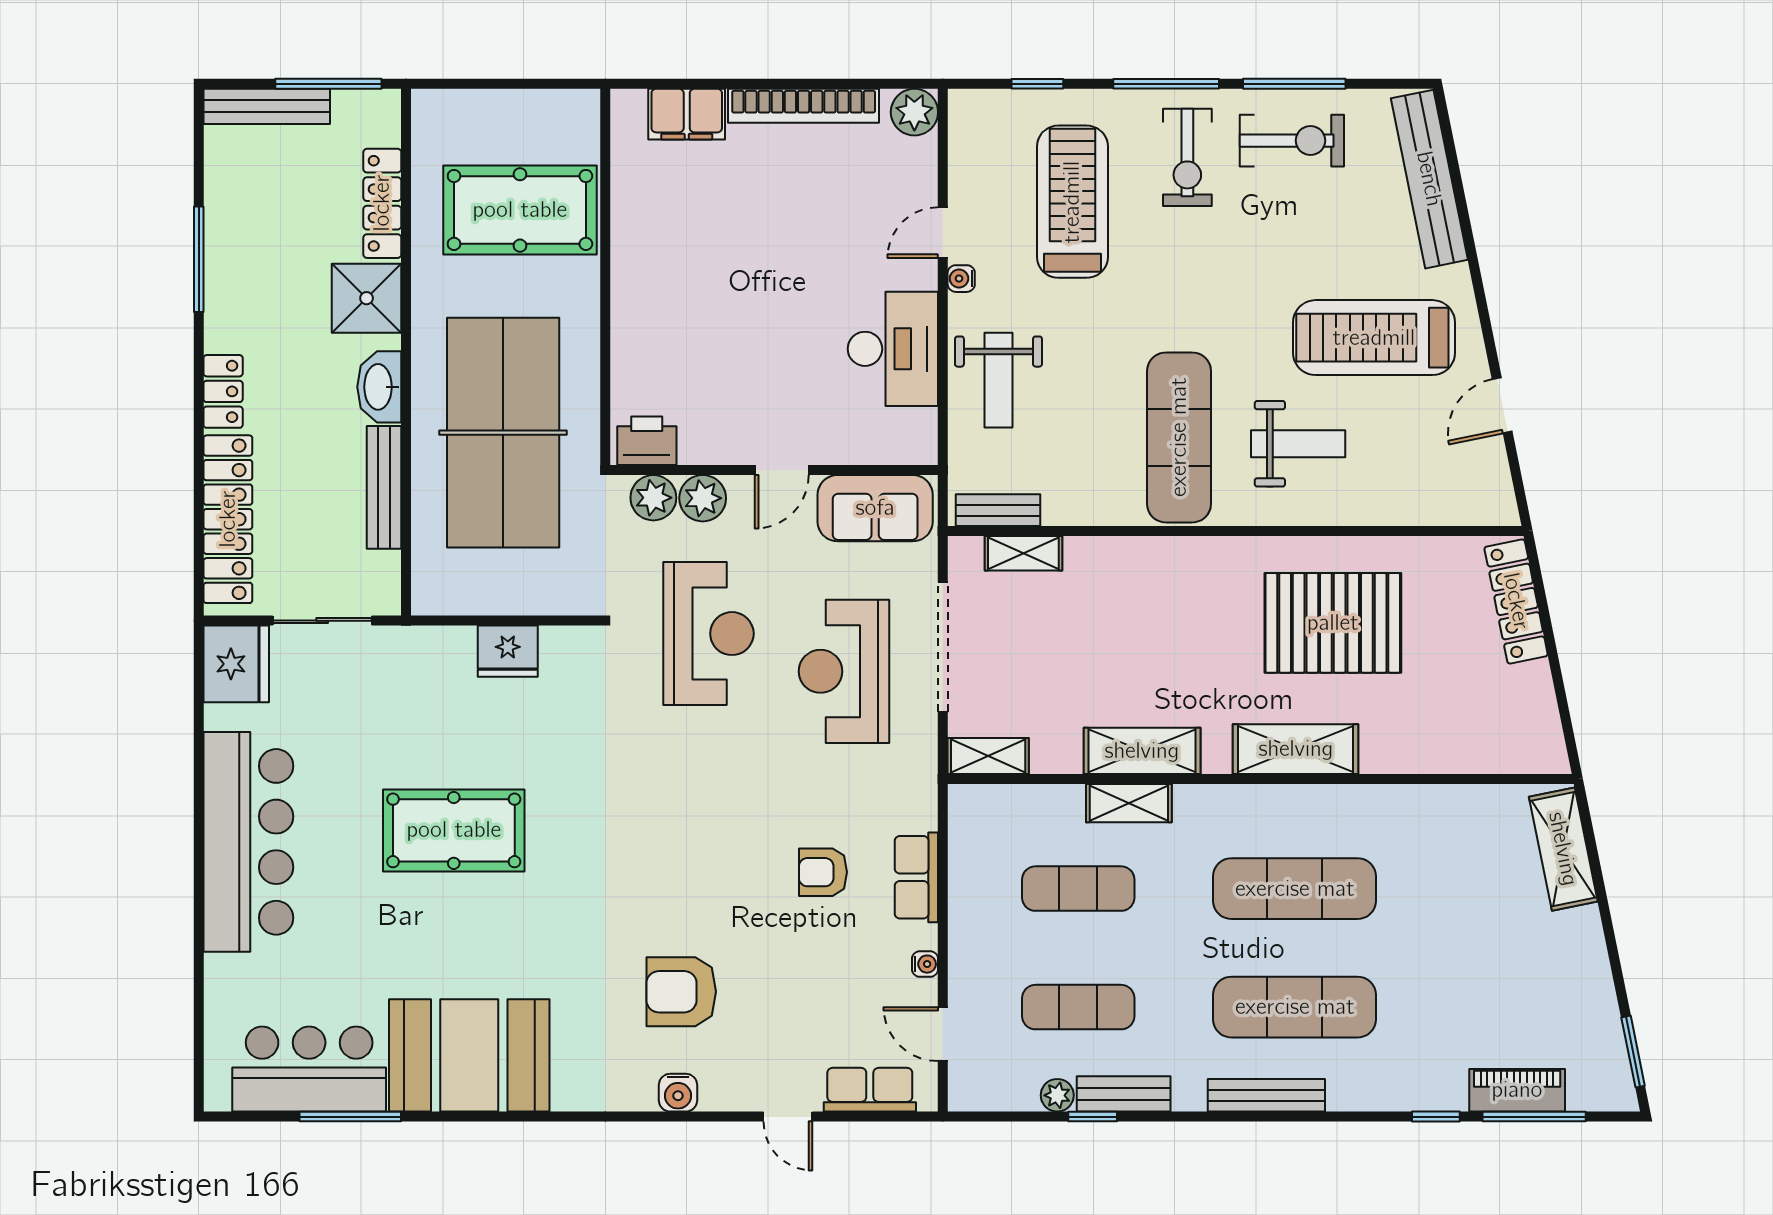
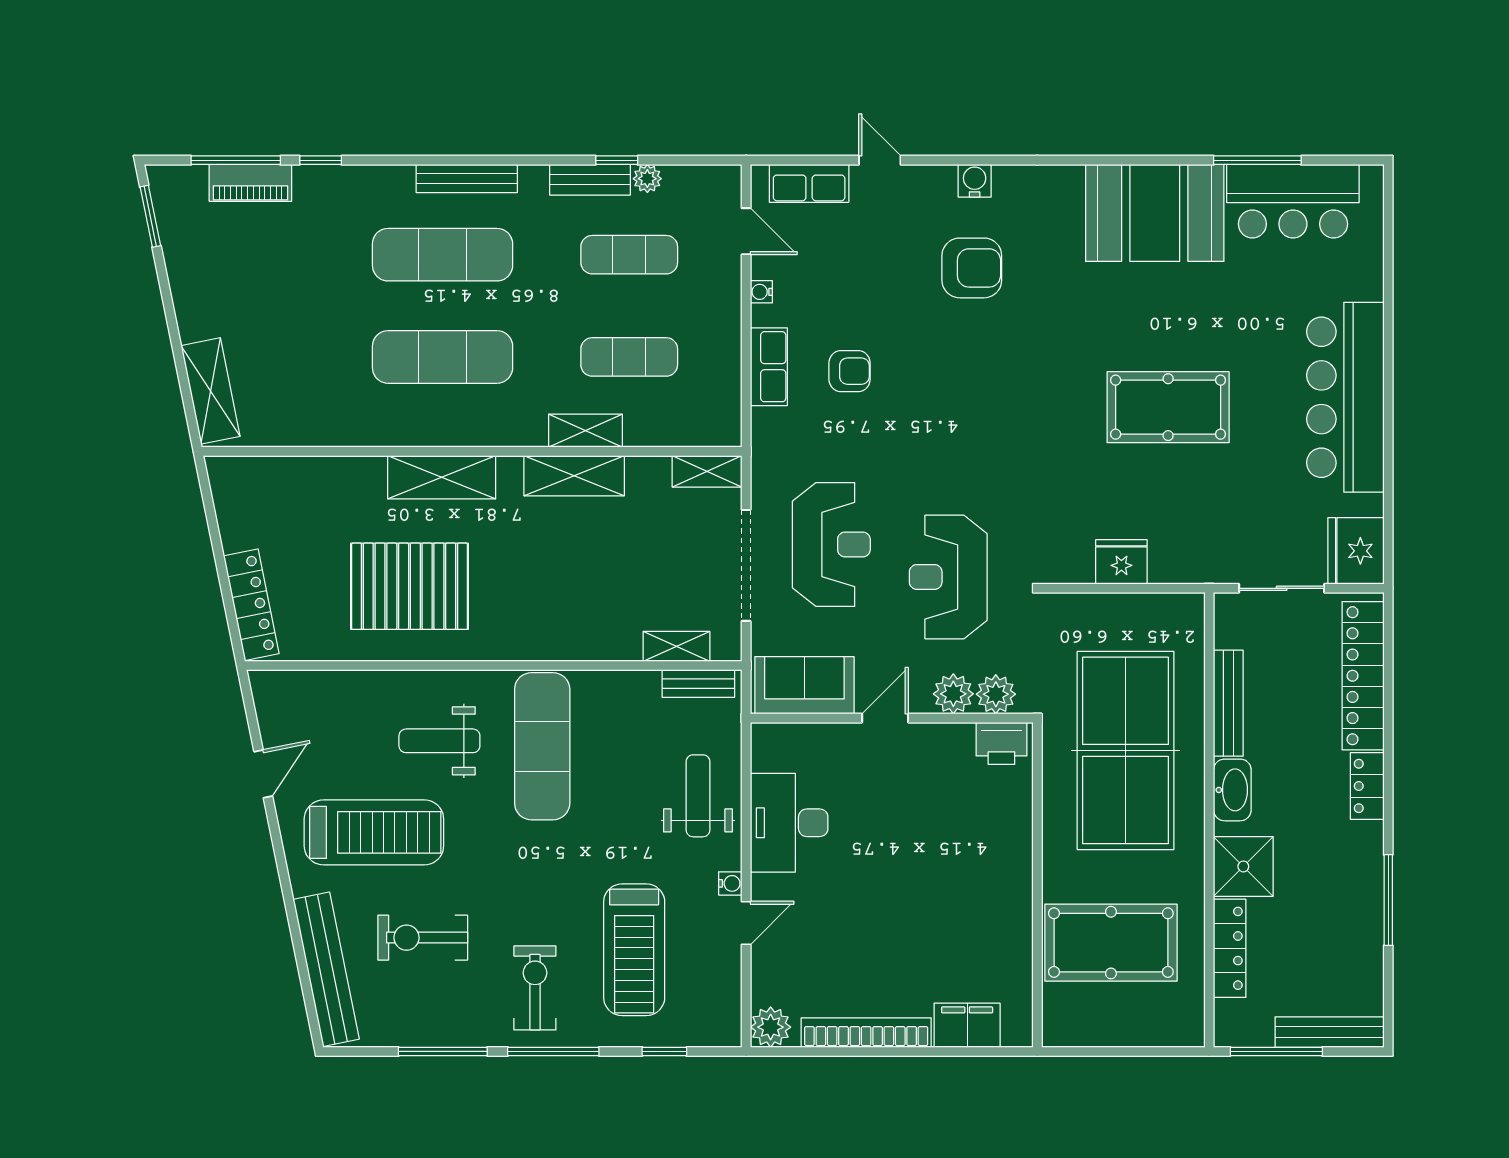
exercise bike: (1292, 141) -> (423, 938), moved

